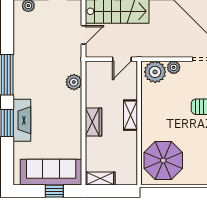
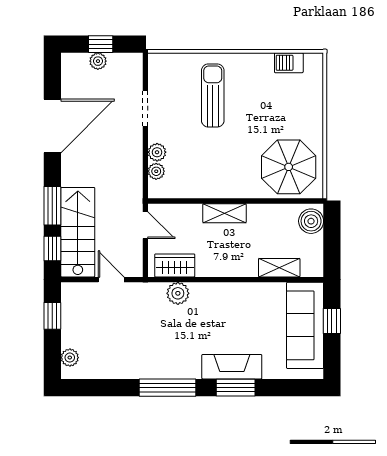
plant: (155, 72) -> (156, 171), width x0.53, depth x0.53
wardrobe: (94, 122) -> (175, 265), moved
boiler: (125, 176) -> (311, 221), added
shelving: (100, 179) -> (279, 268), moved, turned 90

